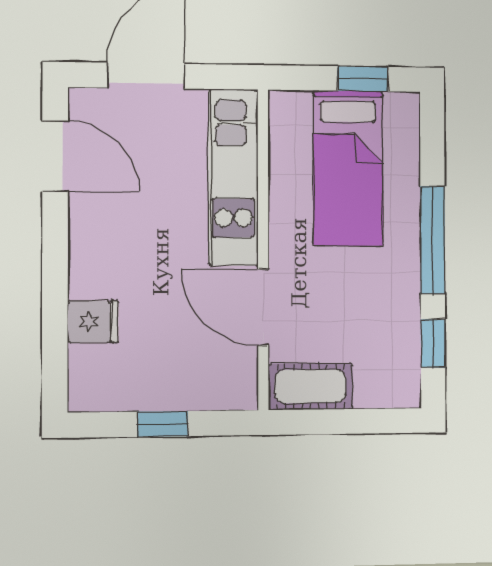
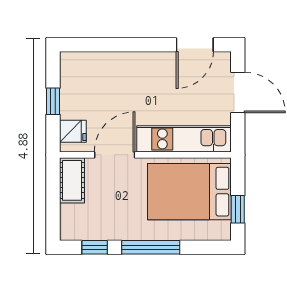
bed: (348, 168) -> (189, 192), width x1.50
fridge: (93, 322) -> (73, 131), moved, turned -90

